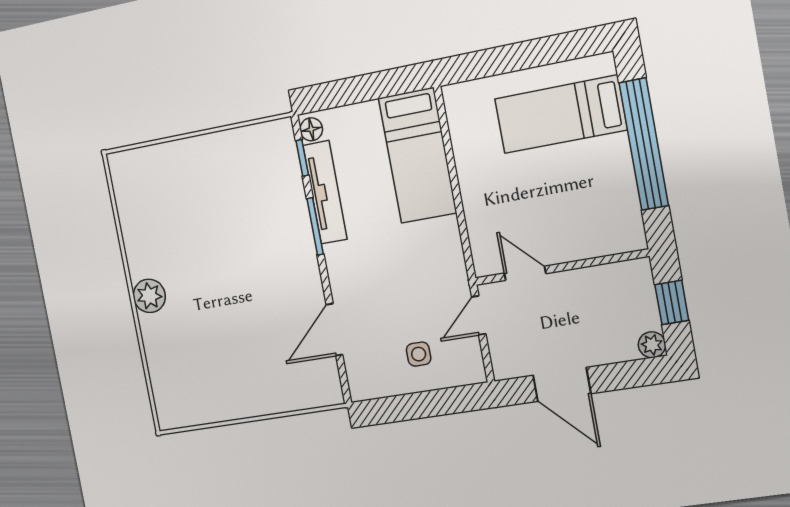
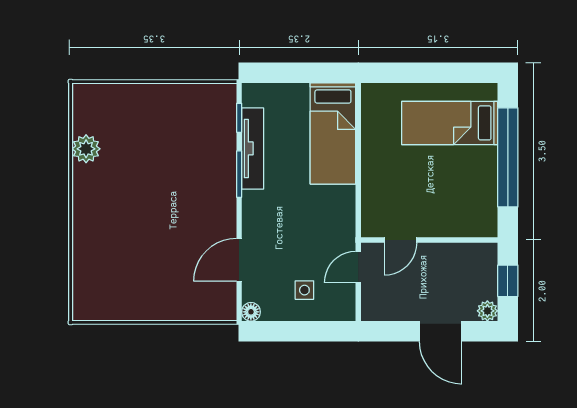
floor lamp: (311, 129) -> (251, 312), moved
door: (525, 273) -> (401, 240), swing flipped
plant: (149, 296) -> (86, 149), moved
door: (562, 384) -> (441, 331), moved

